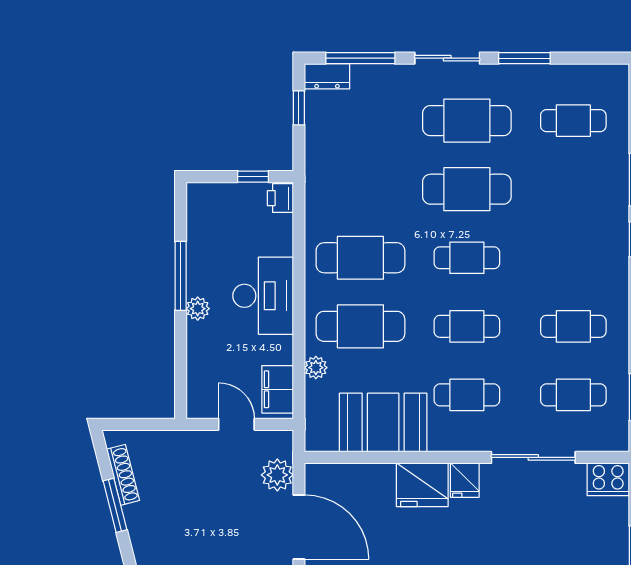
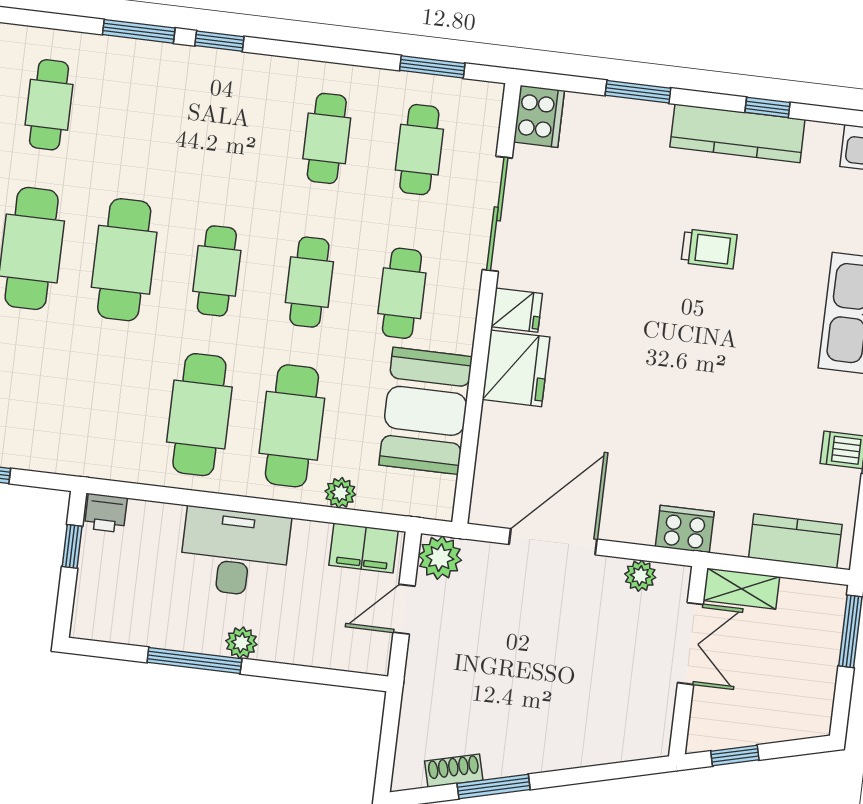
shoe rack: (123, 475) -> (454, 771), width x0.70
plant: (277, 475) -> (440, 558), moved

